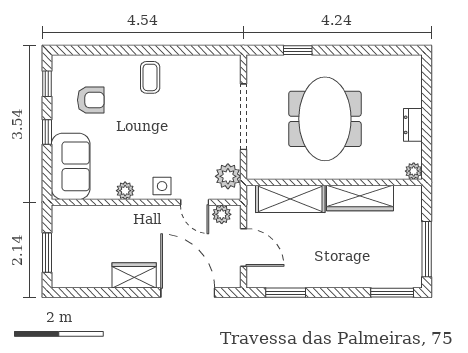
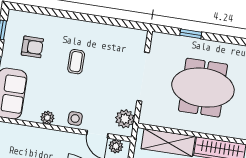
coffee table: (150, 77) -> (76, 62), moved
meeting table: (325, 119) -> (203, 88), turned 90

